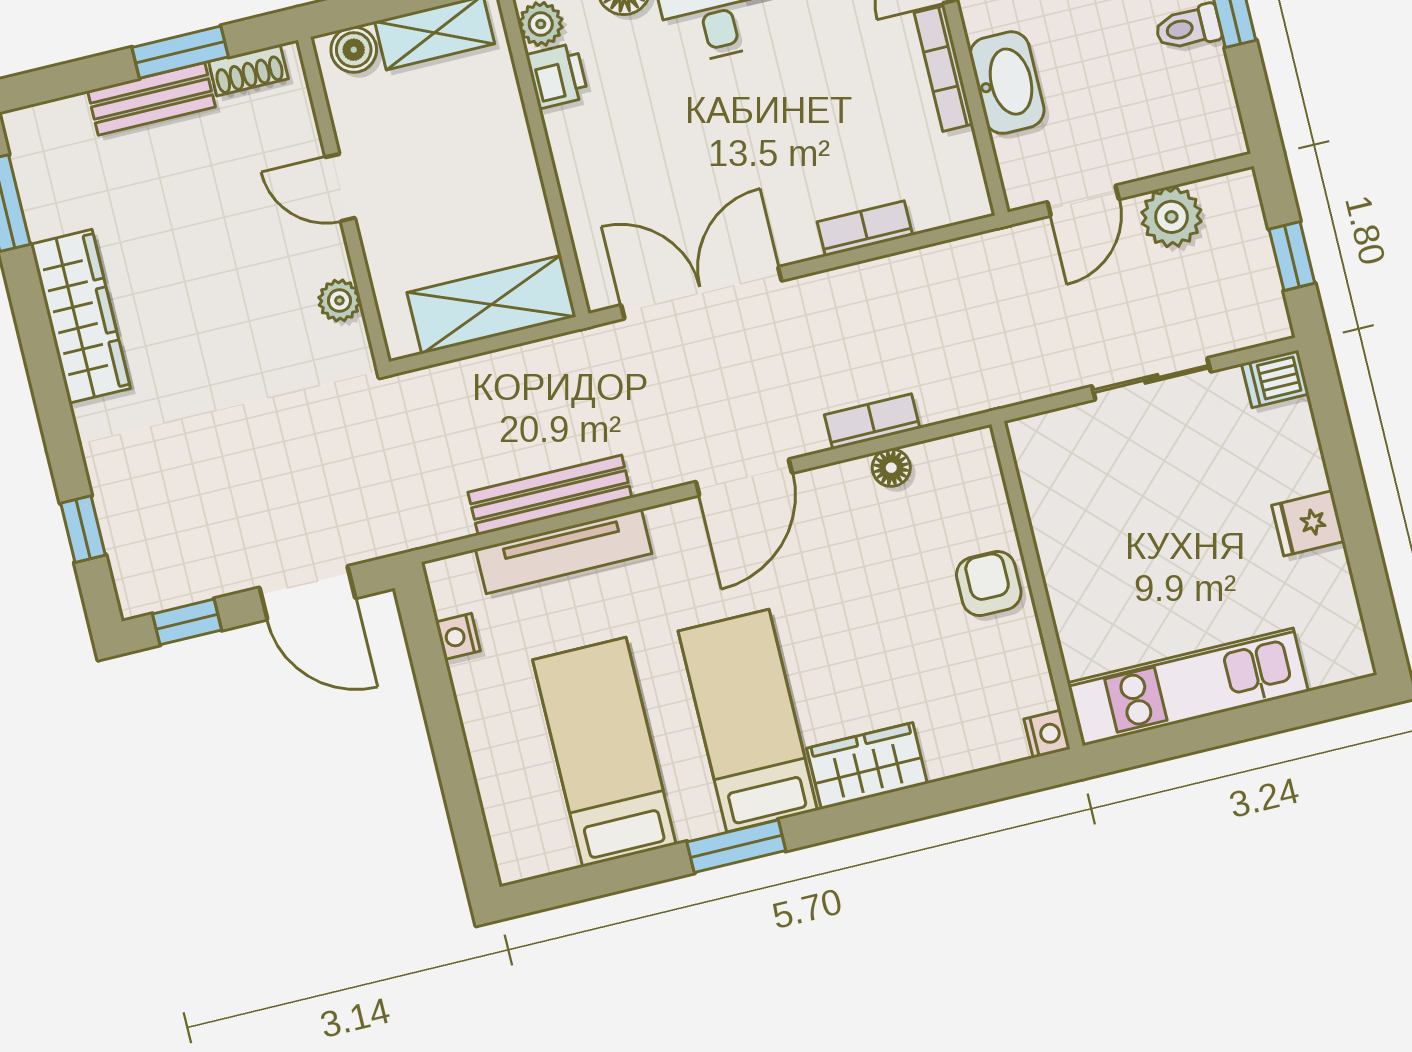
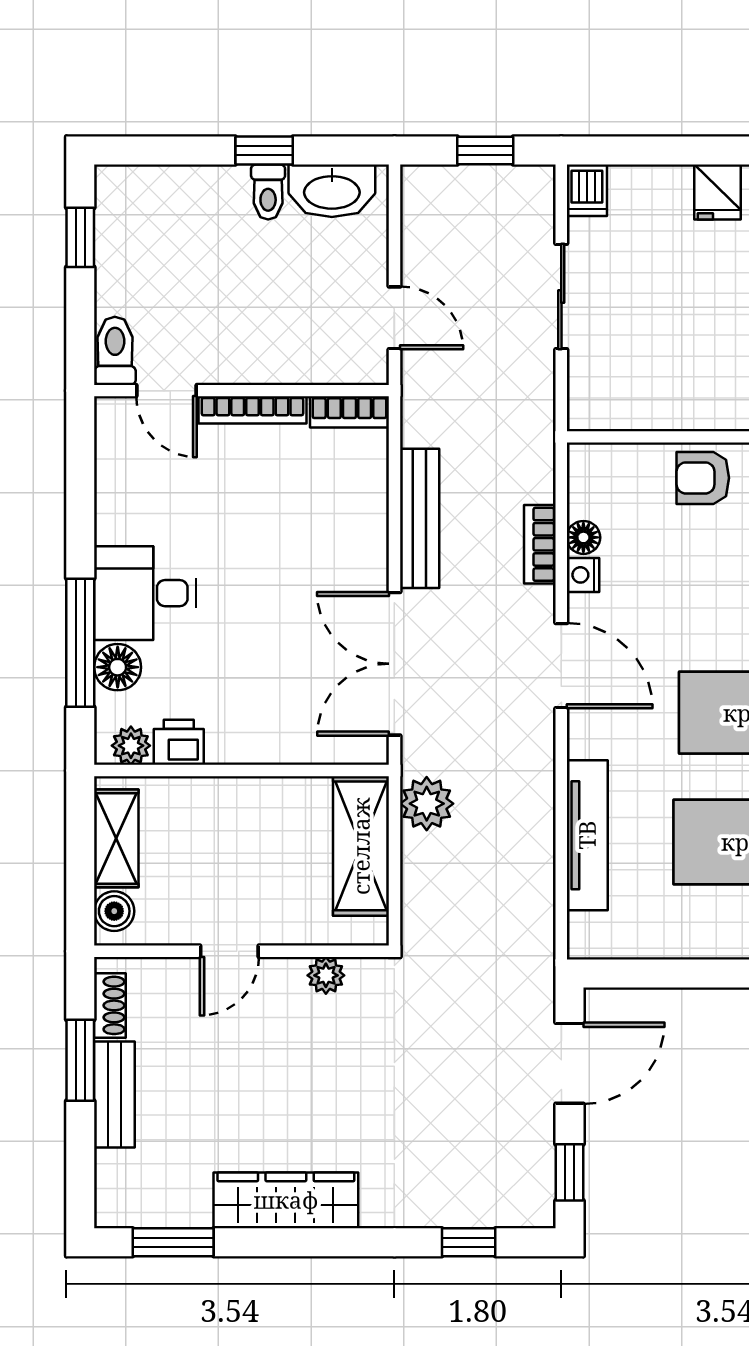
washbasin: (1007, 83) -> (332, 191), moved, turned 180
plant: (1172, 217) -> (427, 804), moved
bookcase: (865, 228) -> (349, 412), moved, turned -90
bench: (550, 495) -> (420, 518), moved
nightstand: (458, 636) -> (583, 575), moved, turned 90

